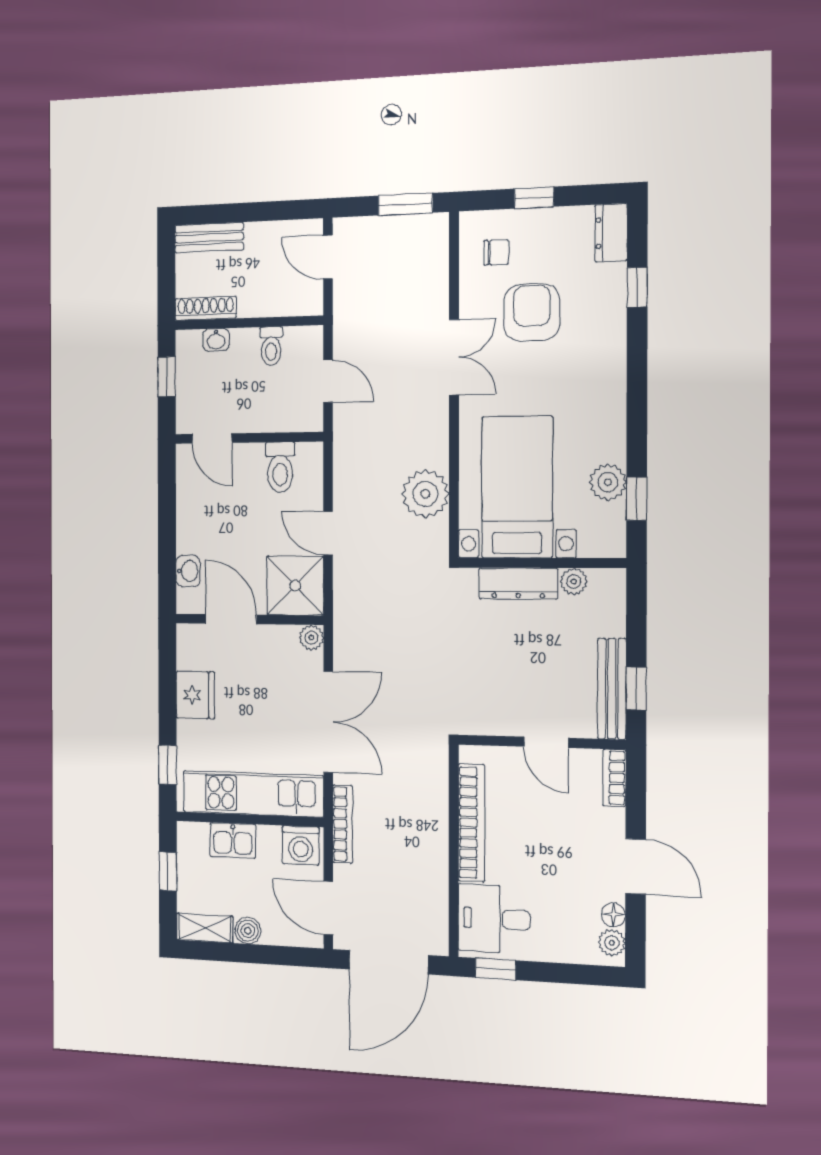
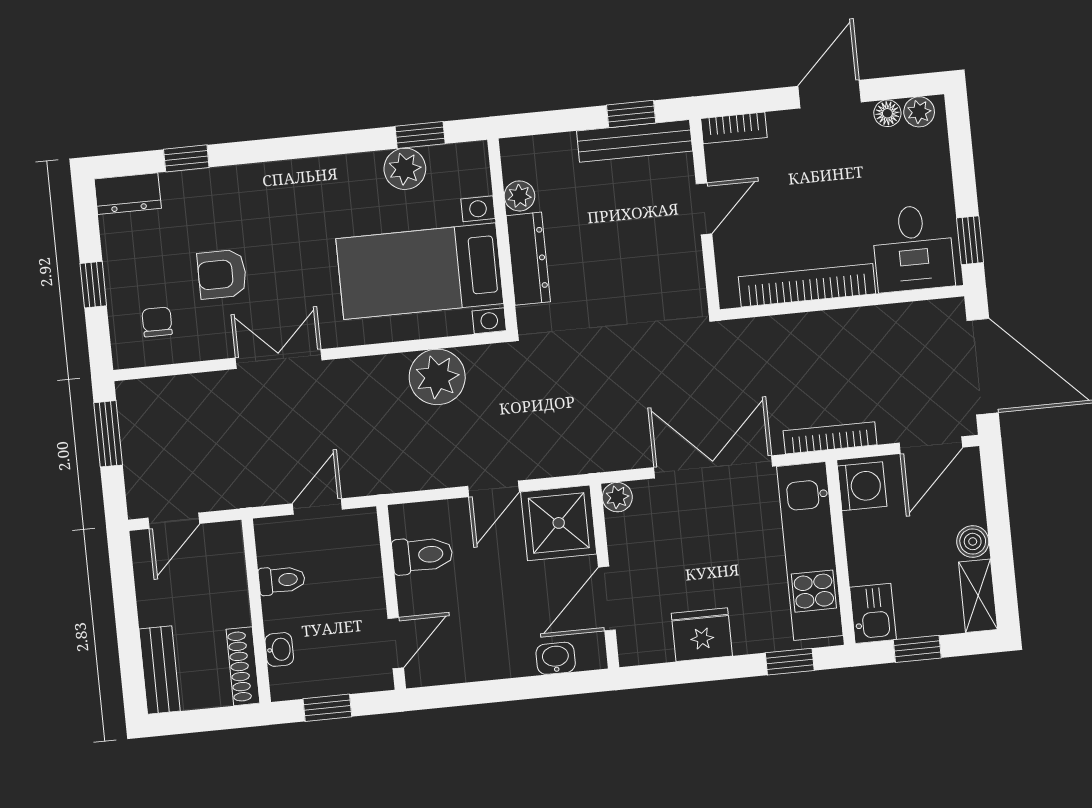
armchair: (532, 312) -> (222, 274), width x0.72, depth x0.72
kitchen sink: (233, 841) -> (873, 613), moved

